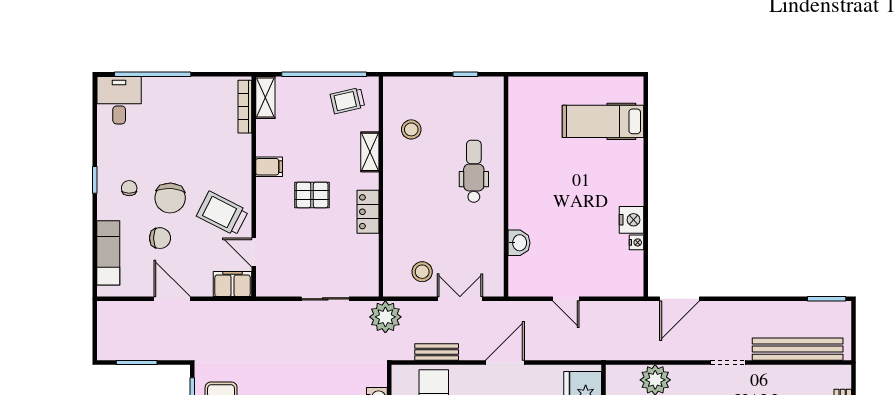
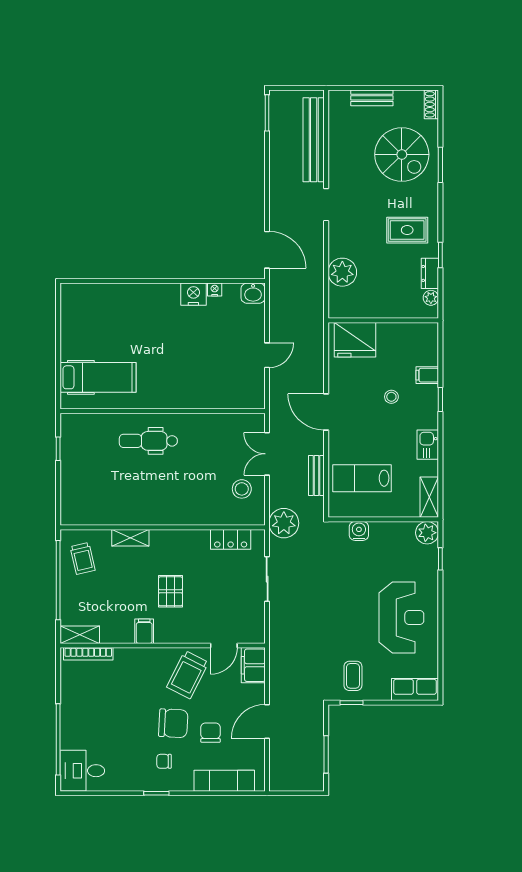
hospital bed: (603, 121) -> (98, 377), moved, turned -90
stool: (411, 129) -> (110, 499), removed
locker: (368, 212) -> (231, 539), moved
washbasin: (519, 243) -> (253, 293), moved, turned 180

